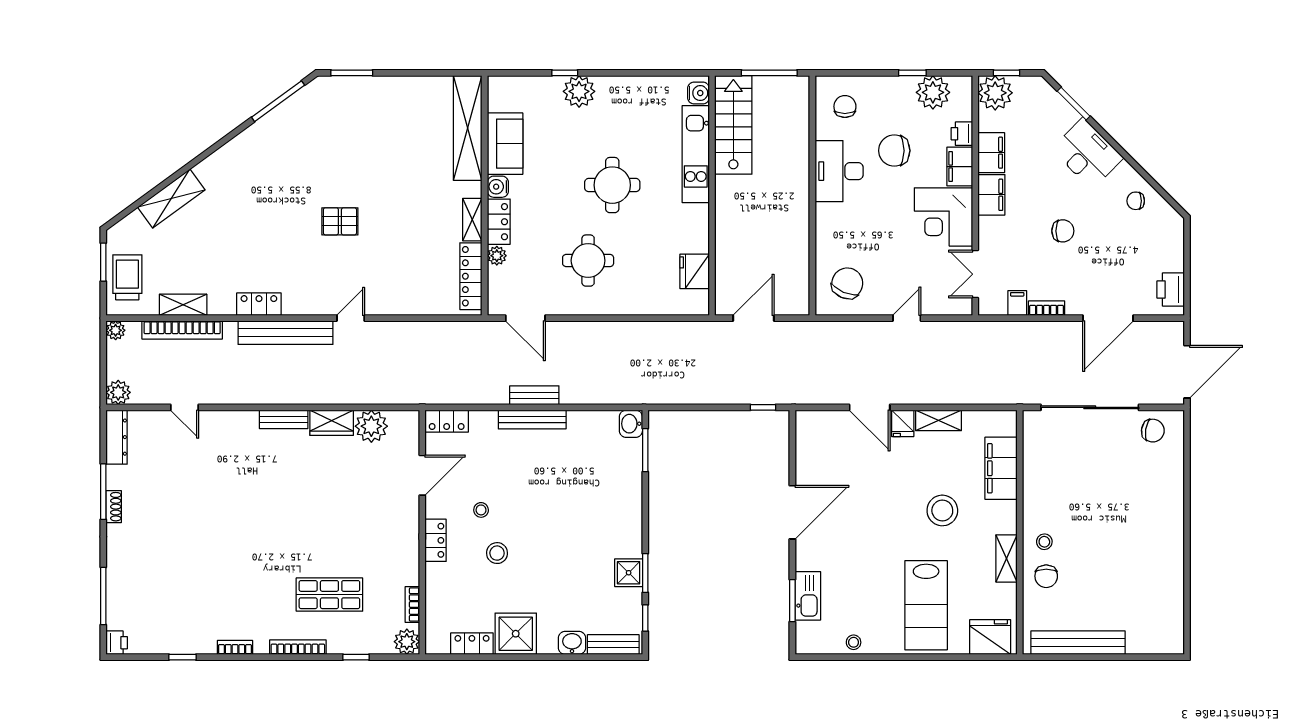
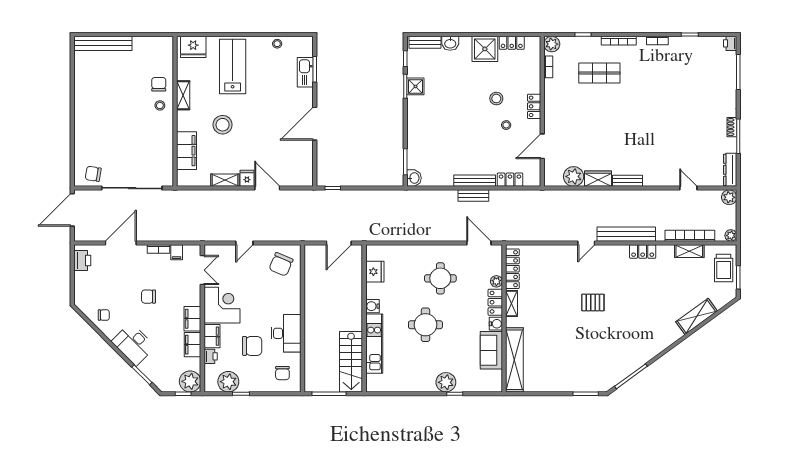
water cooler: (698, 93) -> (372, 306), moved
locker: (447, 421) -> (510, 180), moved
bench: (1078, 643) -> (103, 43), moved

